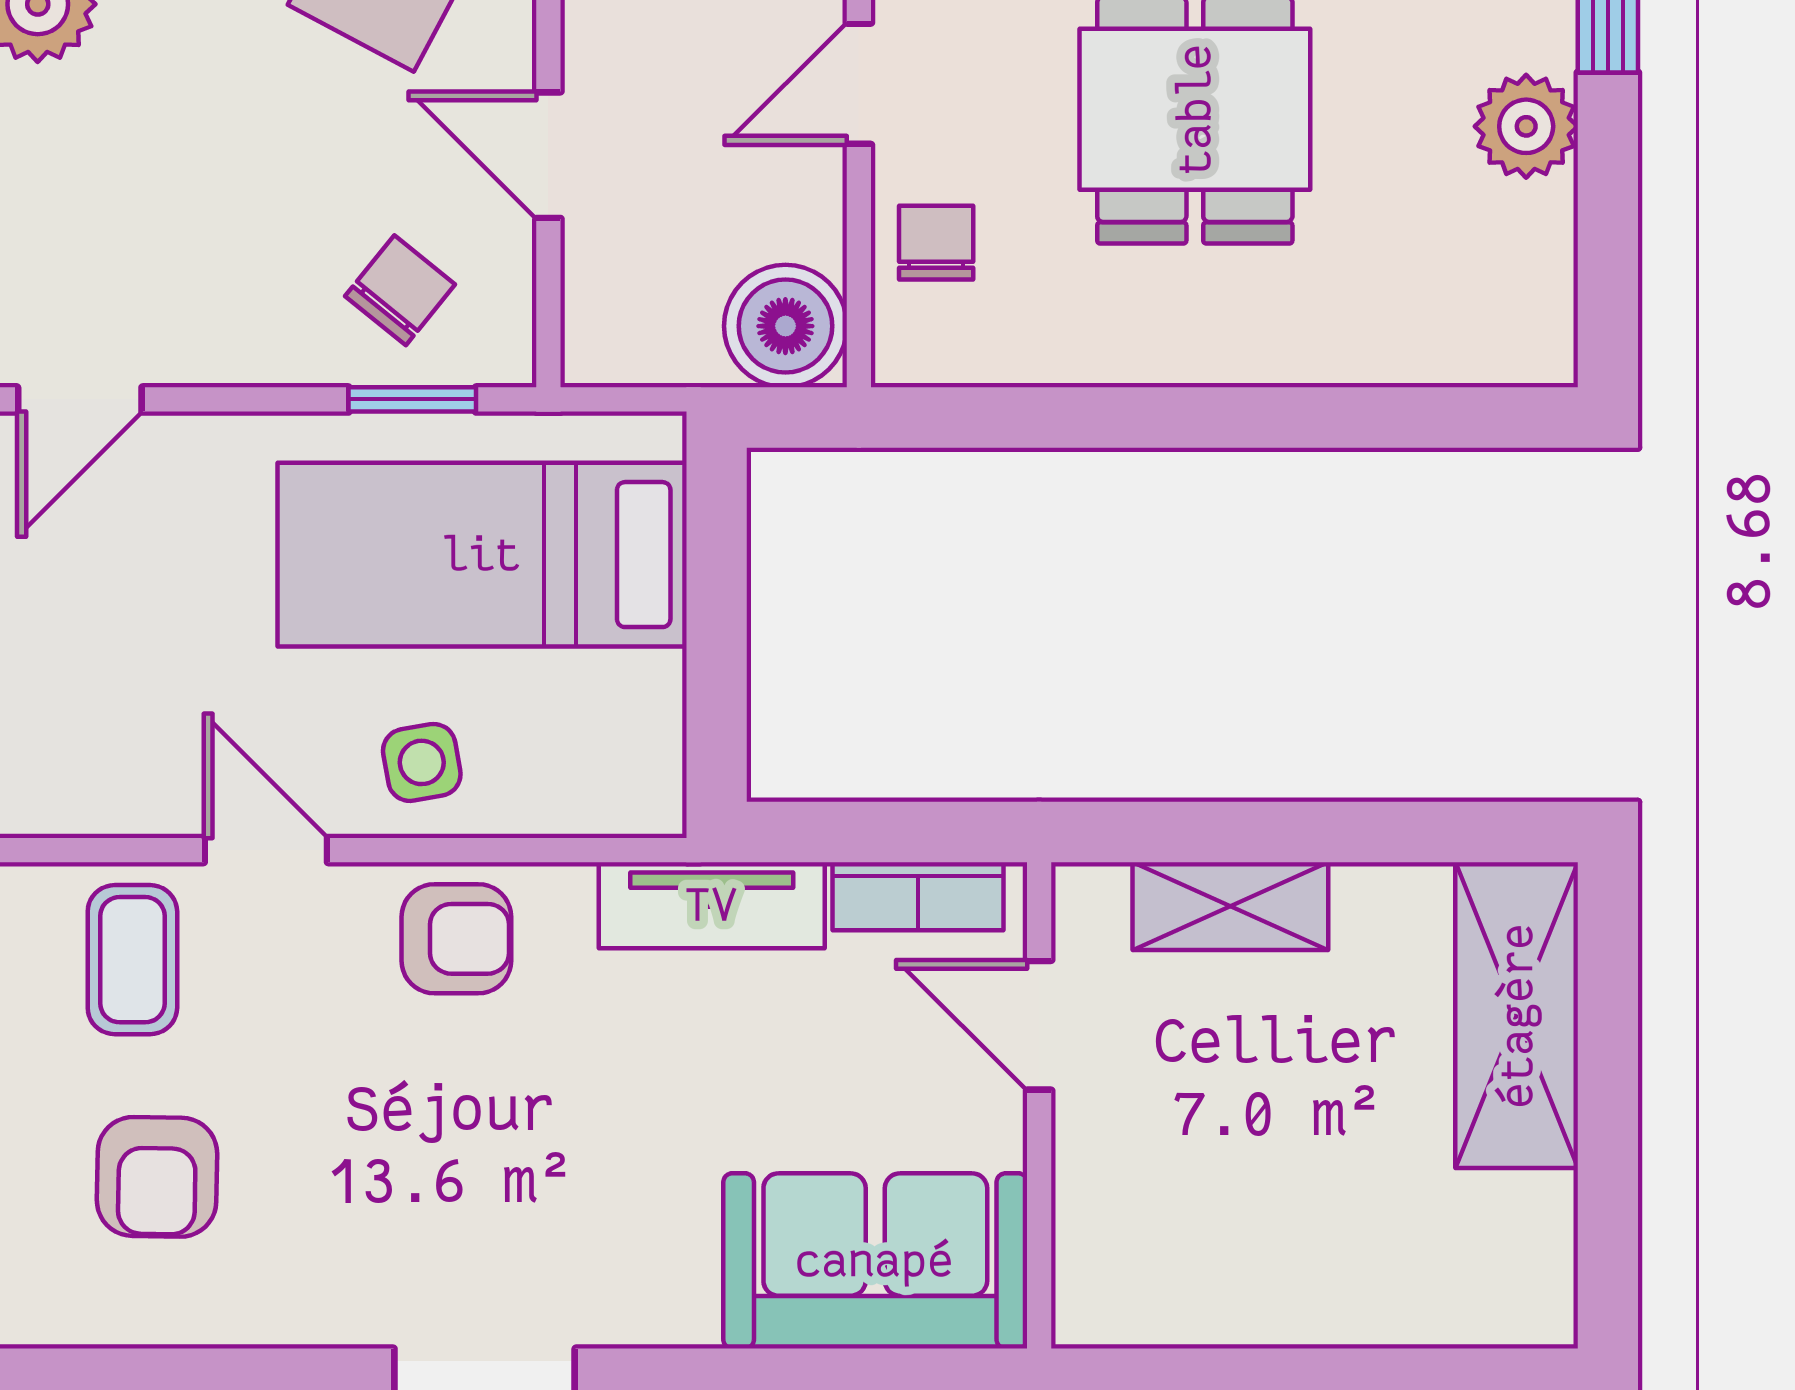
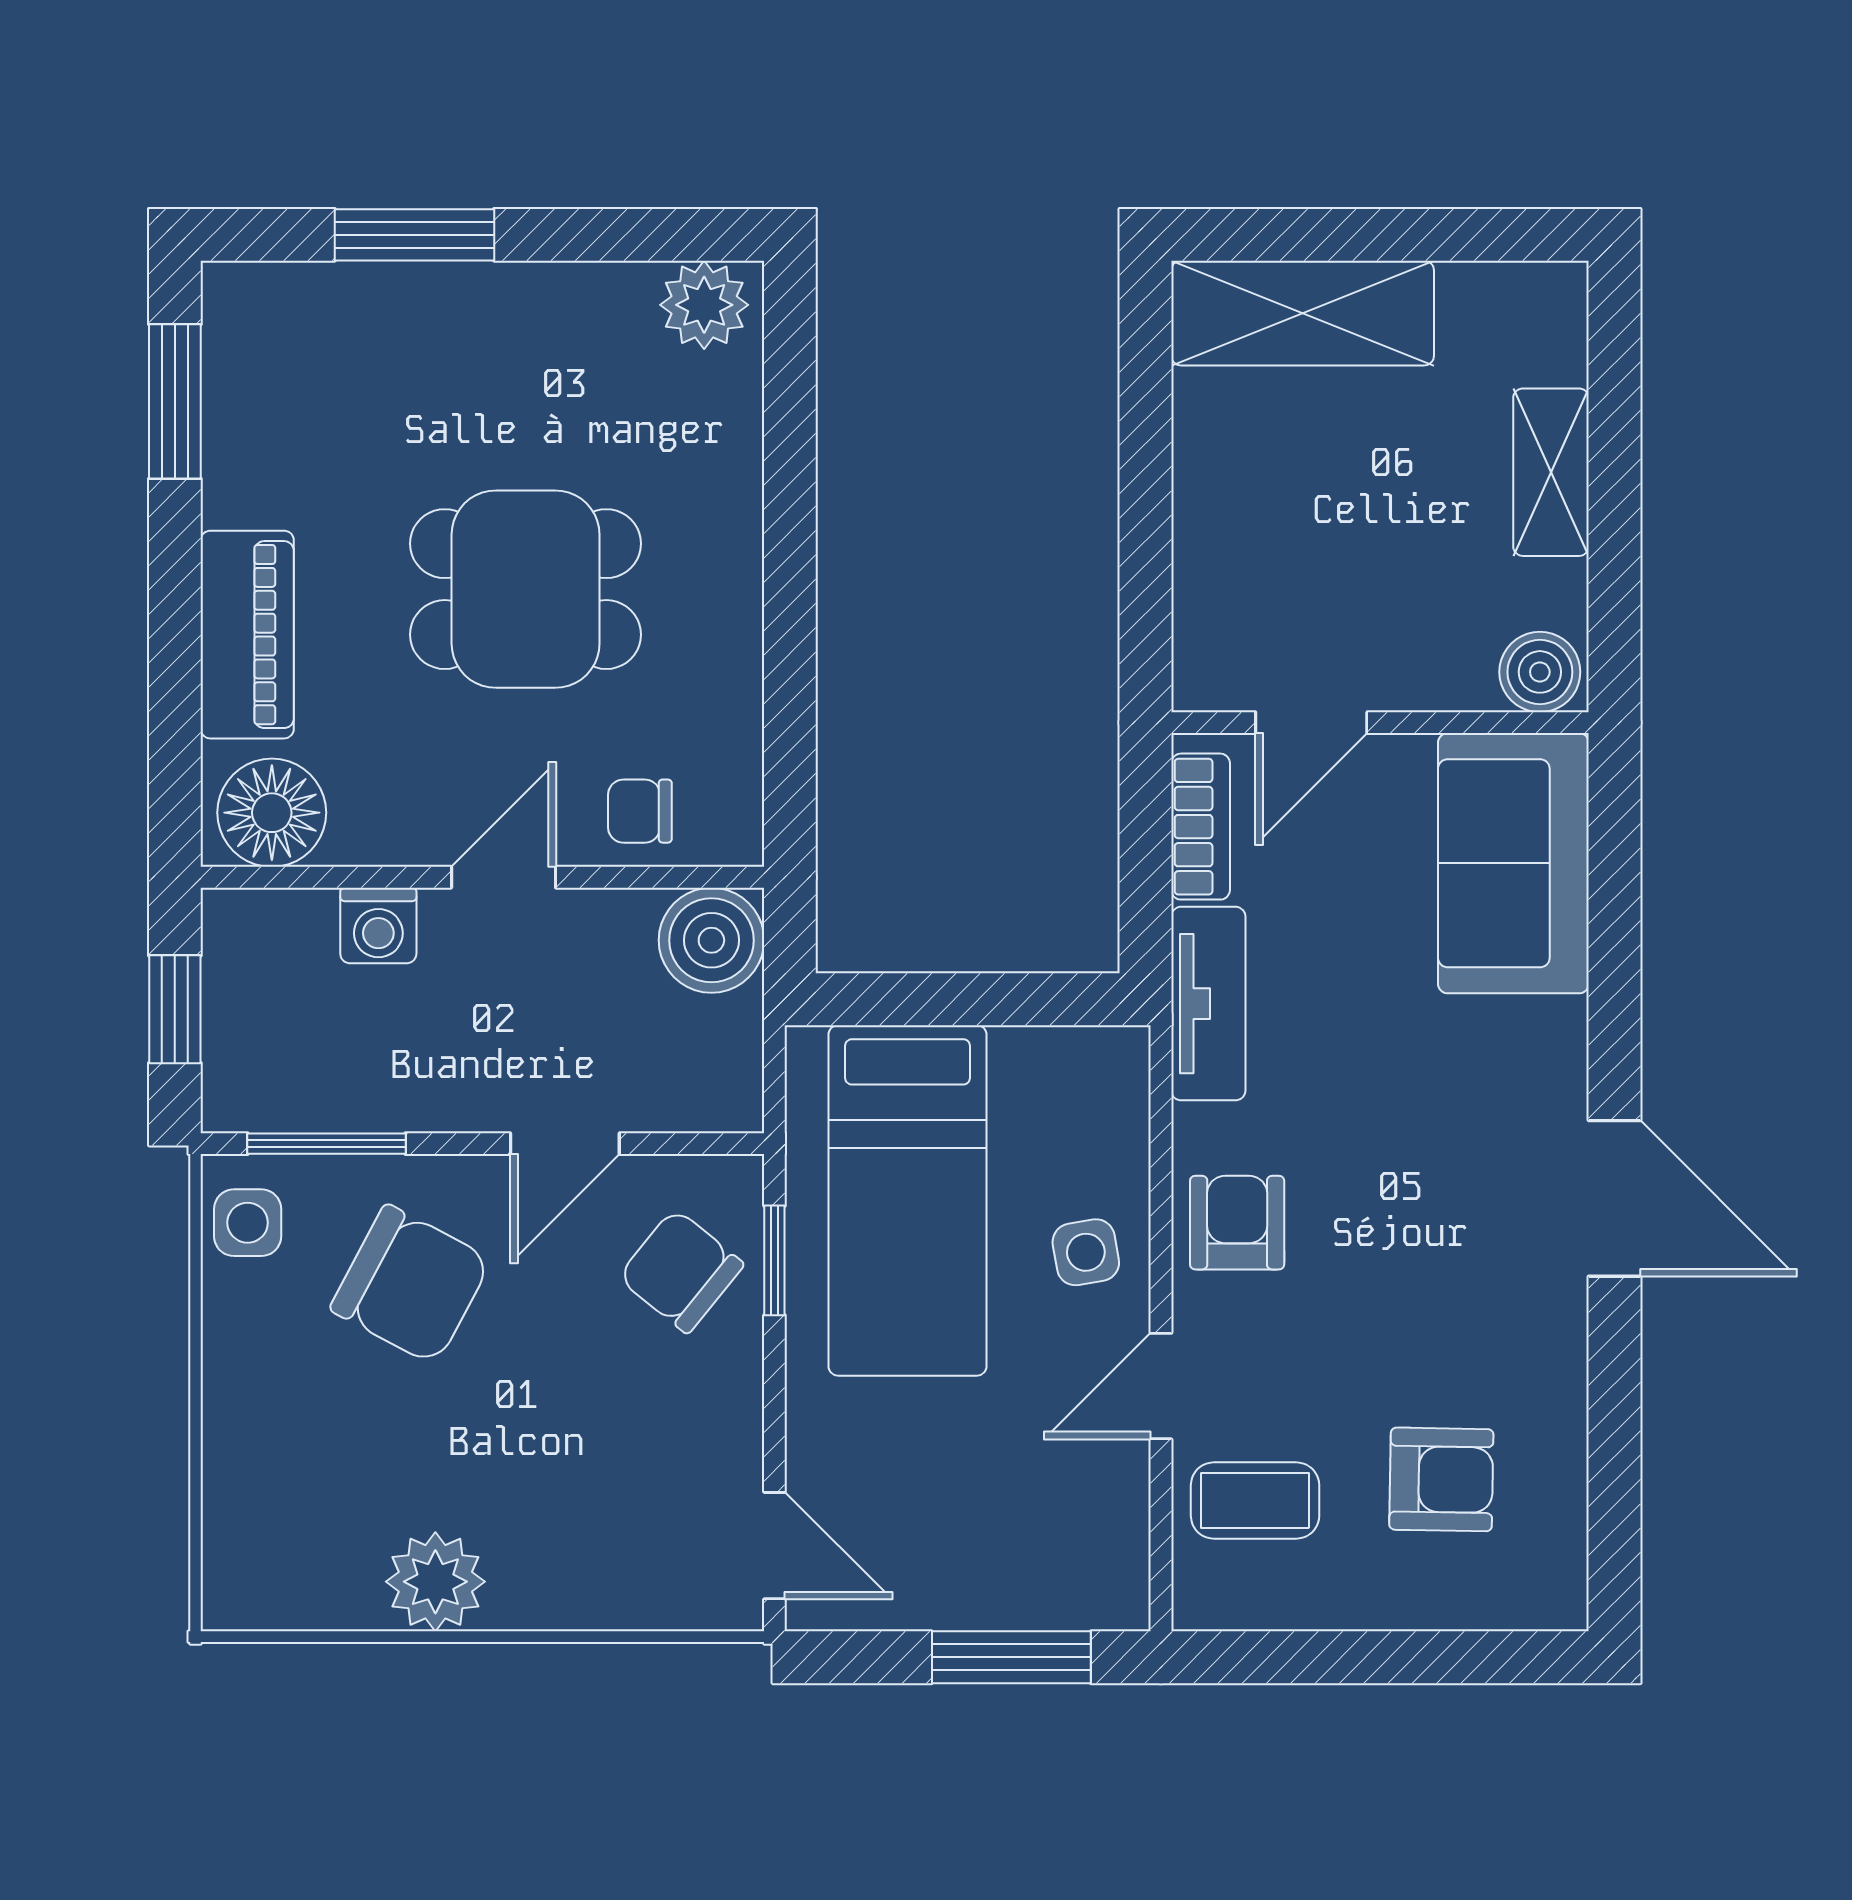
door: (859, 84) -> (504, 877), swing flipped
plant: (1526, 126) -> (704, 305), moved
chair: (400, 290) -> (681, 1271), width x1.37, depth x1.37
shelving: (1230, 906) -> (1551, 472), moved
boiler: (1098, 1292) -> (1540, 672), added

